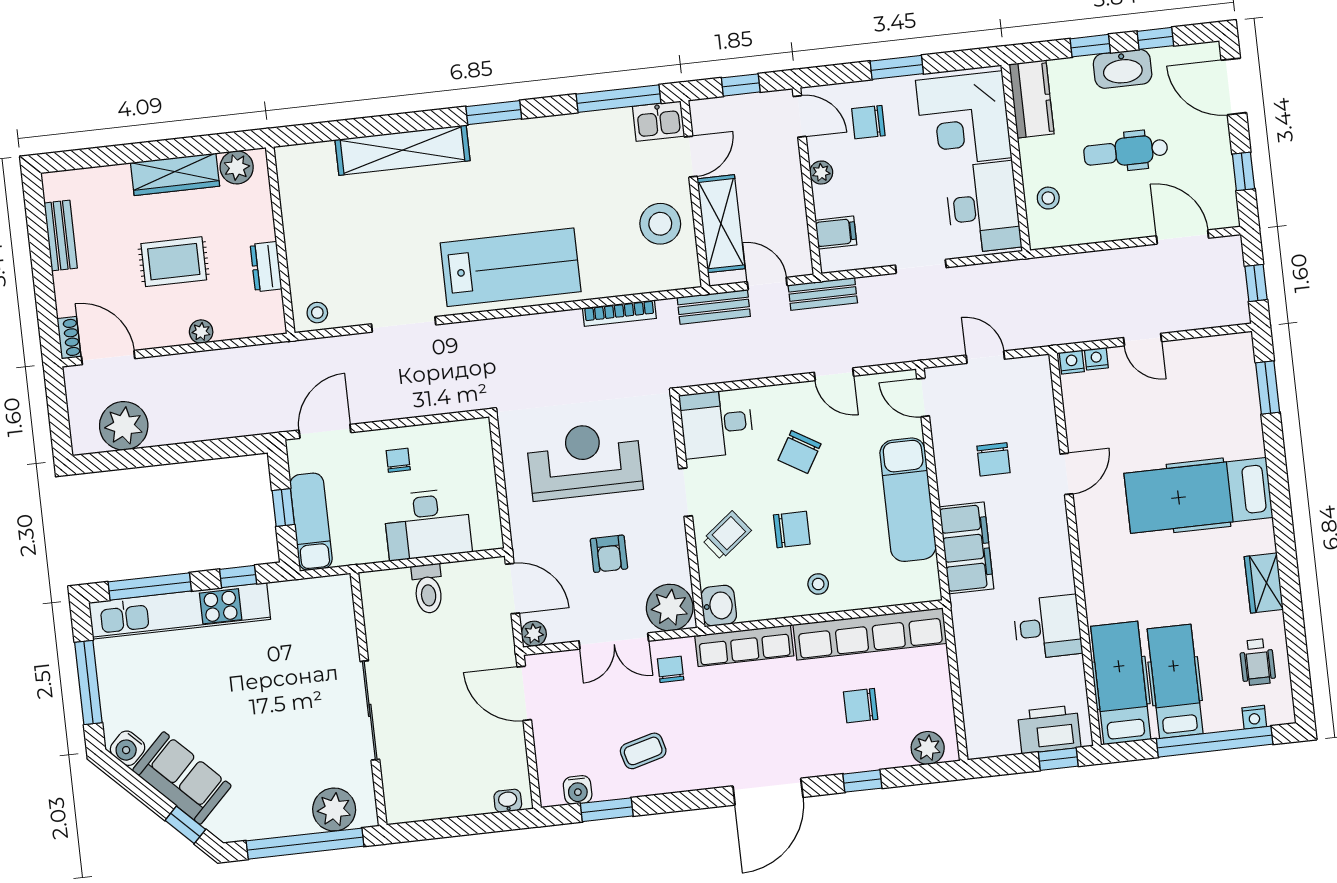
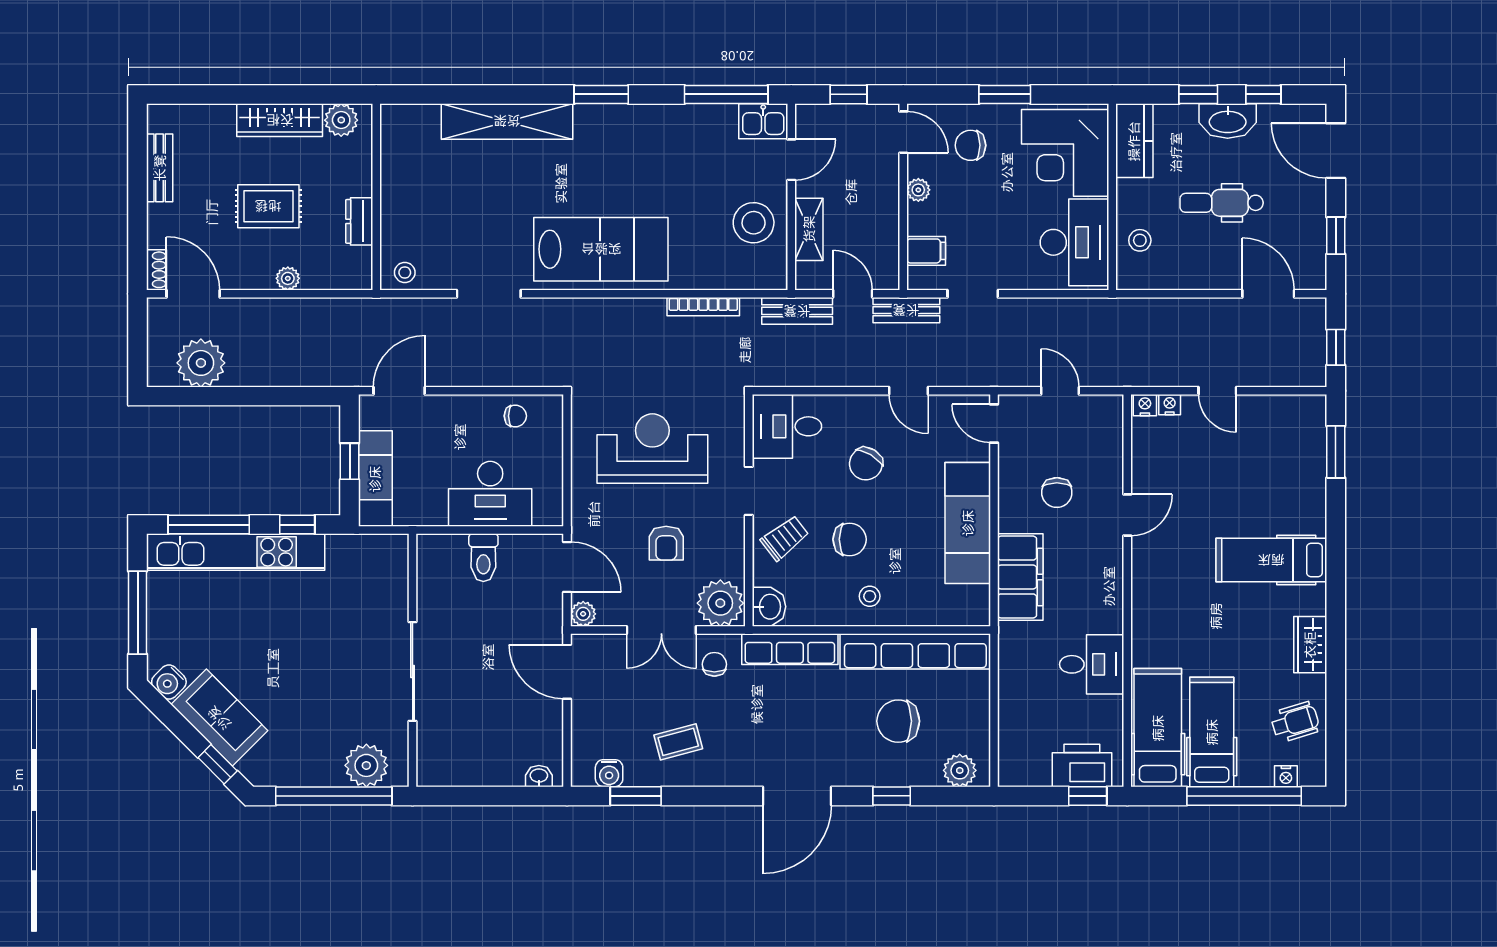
shelving: (721, 224) -> (809, 229), width x0.67, depth x0.75
doorway: (921, 266) -> (973, 294), moved
chair: (398, 460) -> (515, 416), moved, turned 90
hospital bed: (1198, 495) -> (1271, 560), width x0.73, depth x0.78
wheelchair: (1257, 662) -> (1295, 722), turned -107
chair: (861, 706) -> (898, 721), width x1.37, depth x1.37

